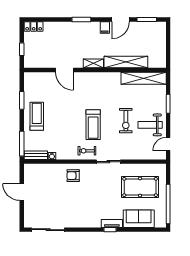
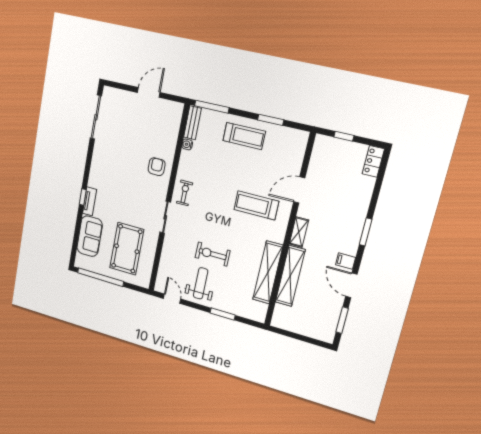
shelving: (144, 78) -> (268, 272), moved
treadmill: (93, 125) -> (256, 205), moved

